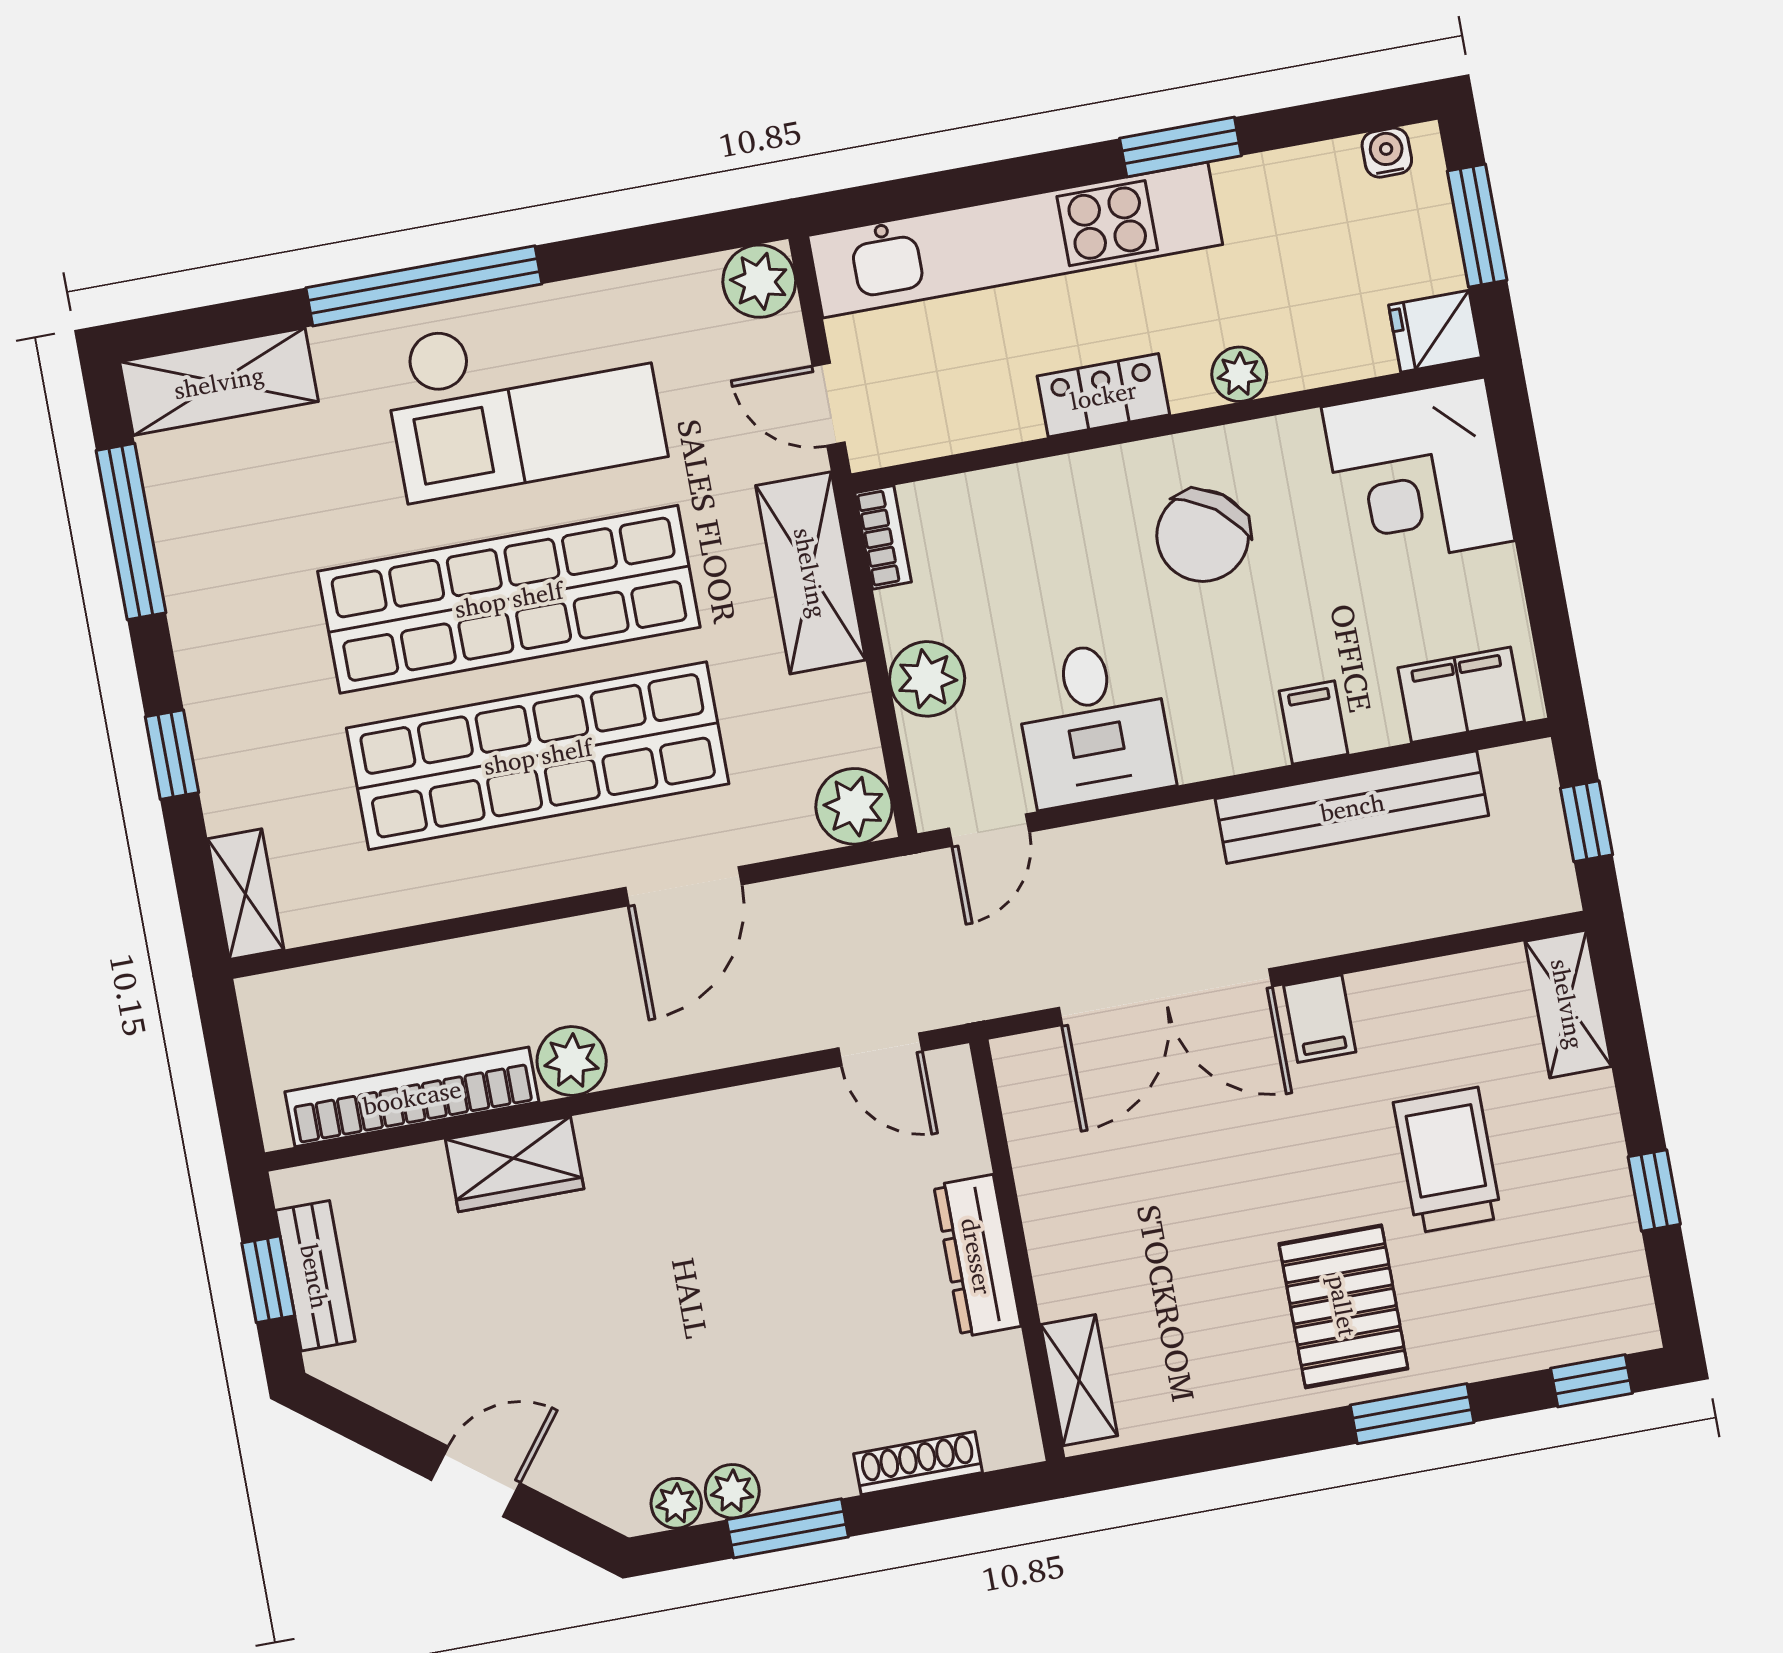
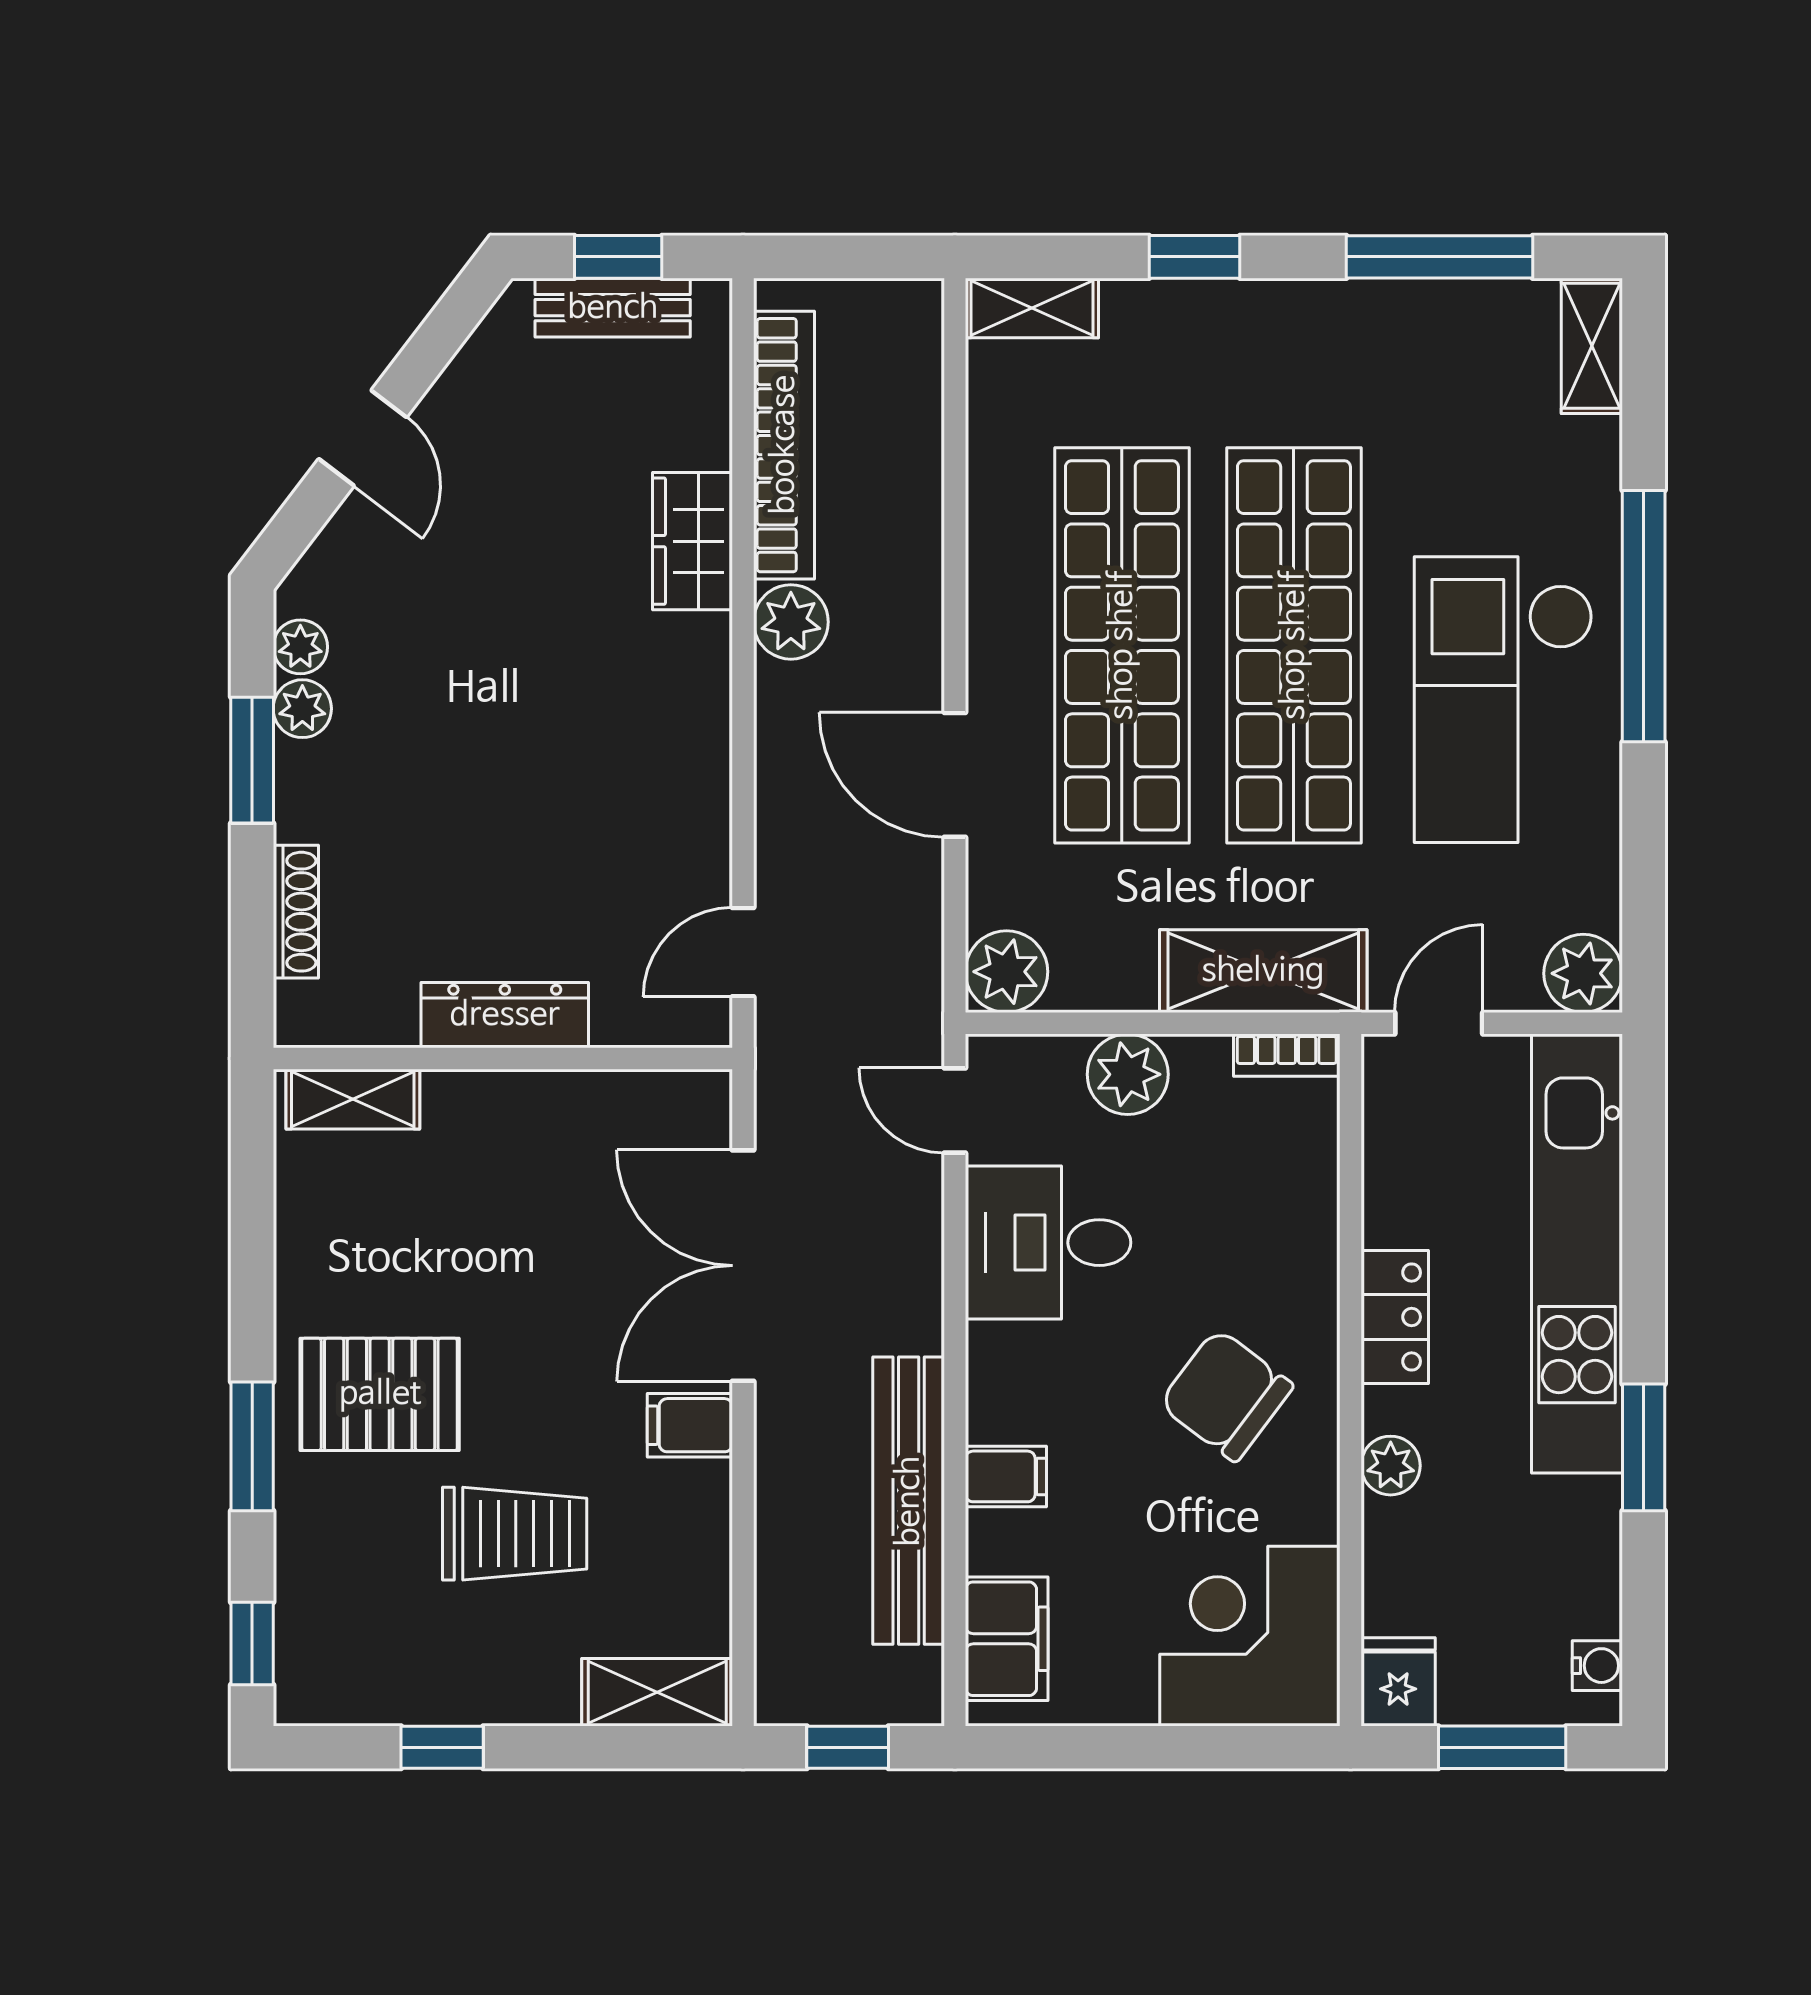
shelving: (219, 382) -> (1592, 346), width x0.67, depth x0.75

